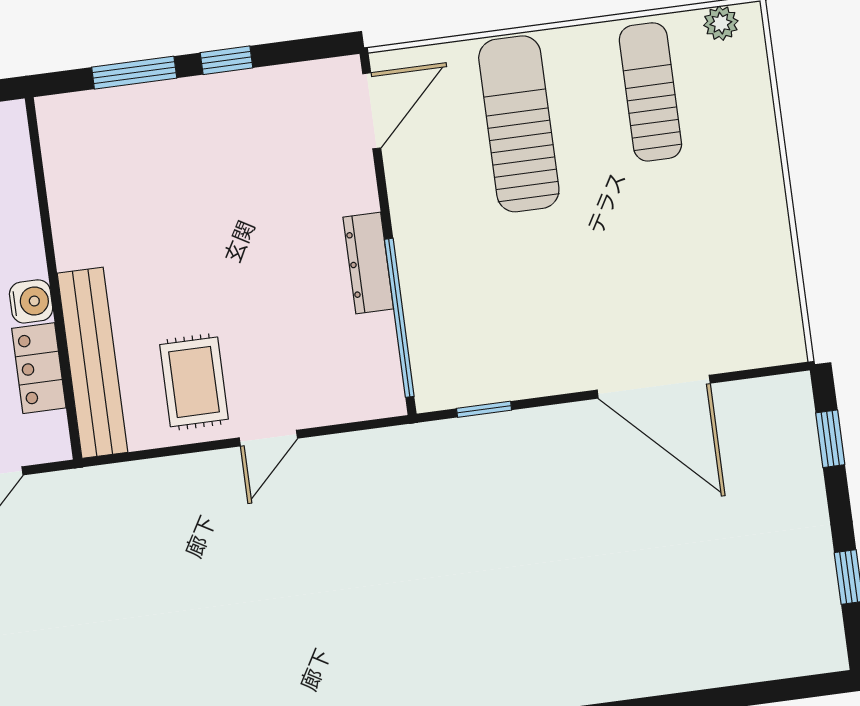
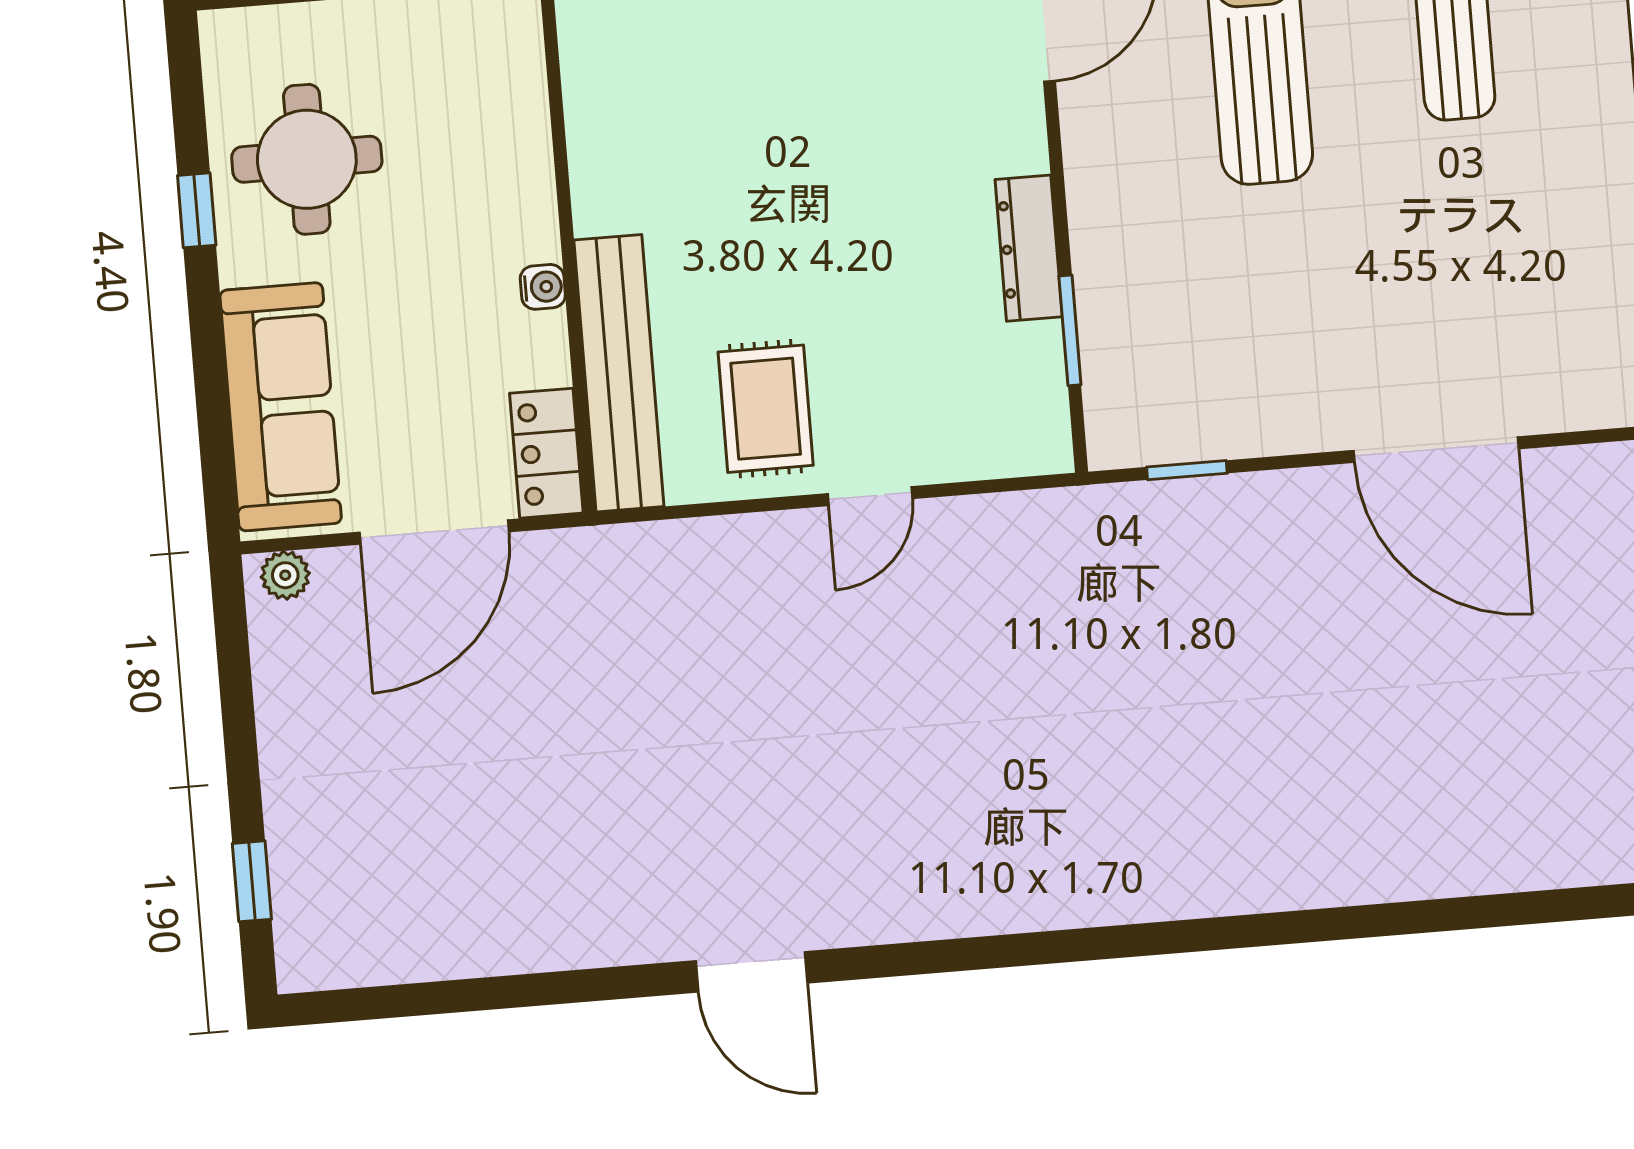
water cooler: (31, 301) -> (543, 287), width x0.72, depth x0.72
window: (399, 318) -> (1070, 330), width x0.47
locker: (39, 368) -> (546, 453), moved

